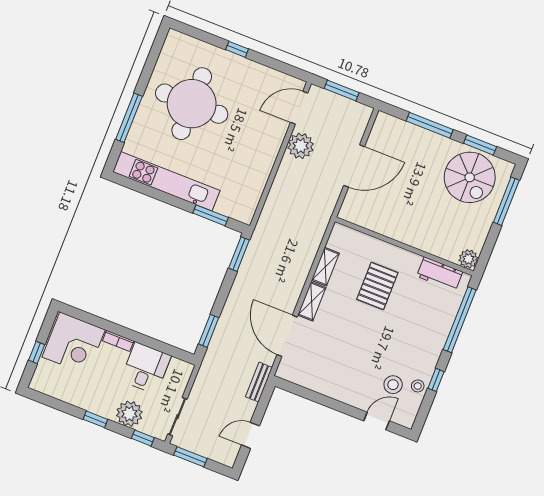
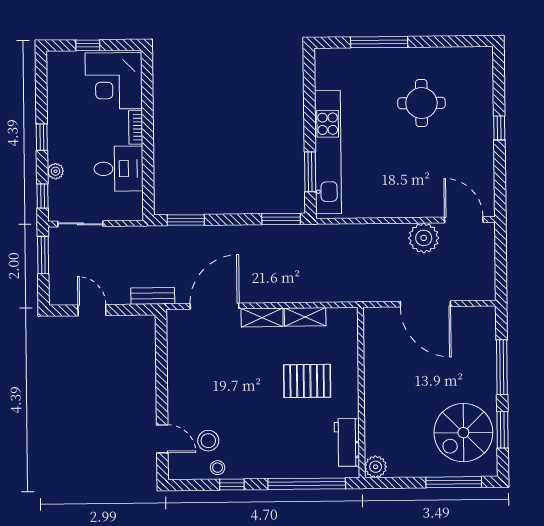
window: (342, 91) -> (501, 258), removed
round table: (192, 104) -> (421, 103), width x0.54, depth x0.54
kitchen unit: (166, 181) -> (328, 152), moved
plant: (129, 414) -> (55, 171), width x0.53, depth x0.53

